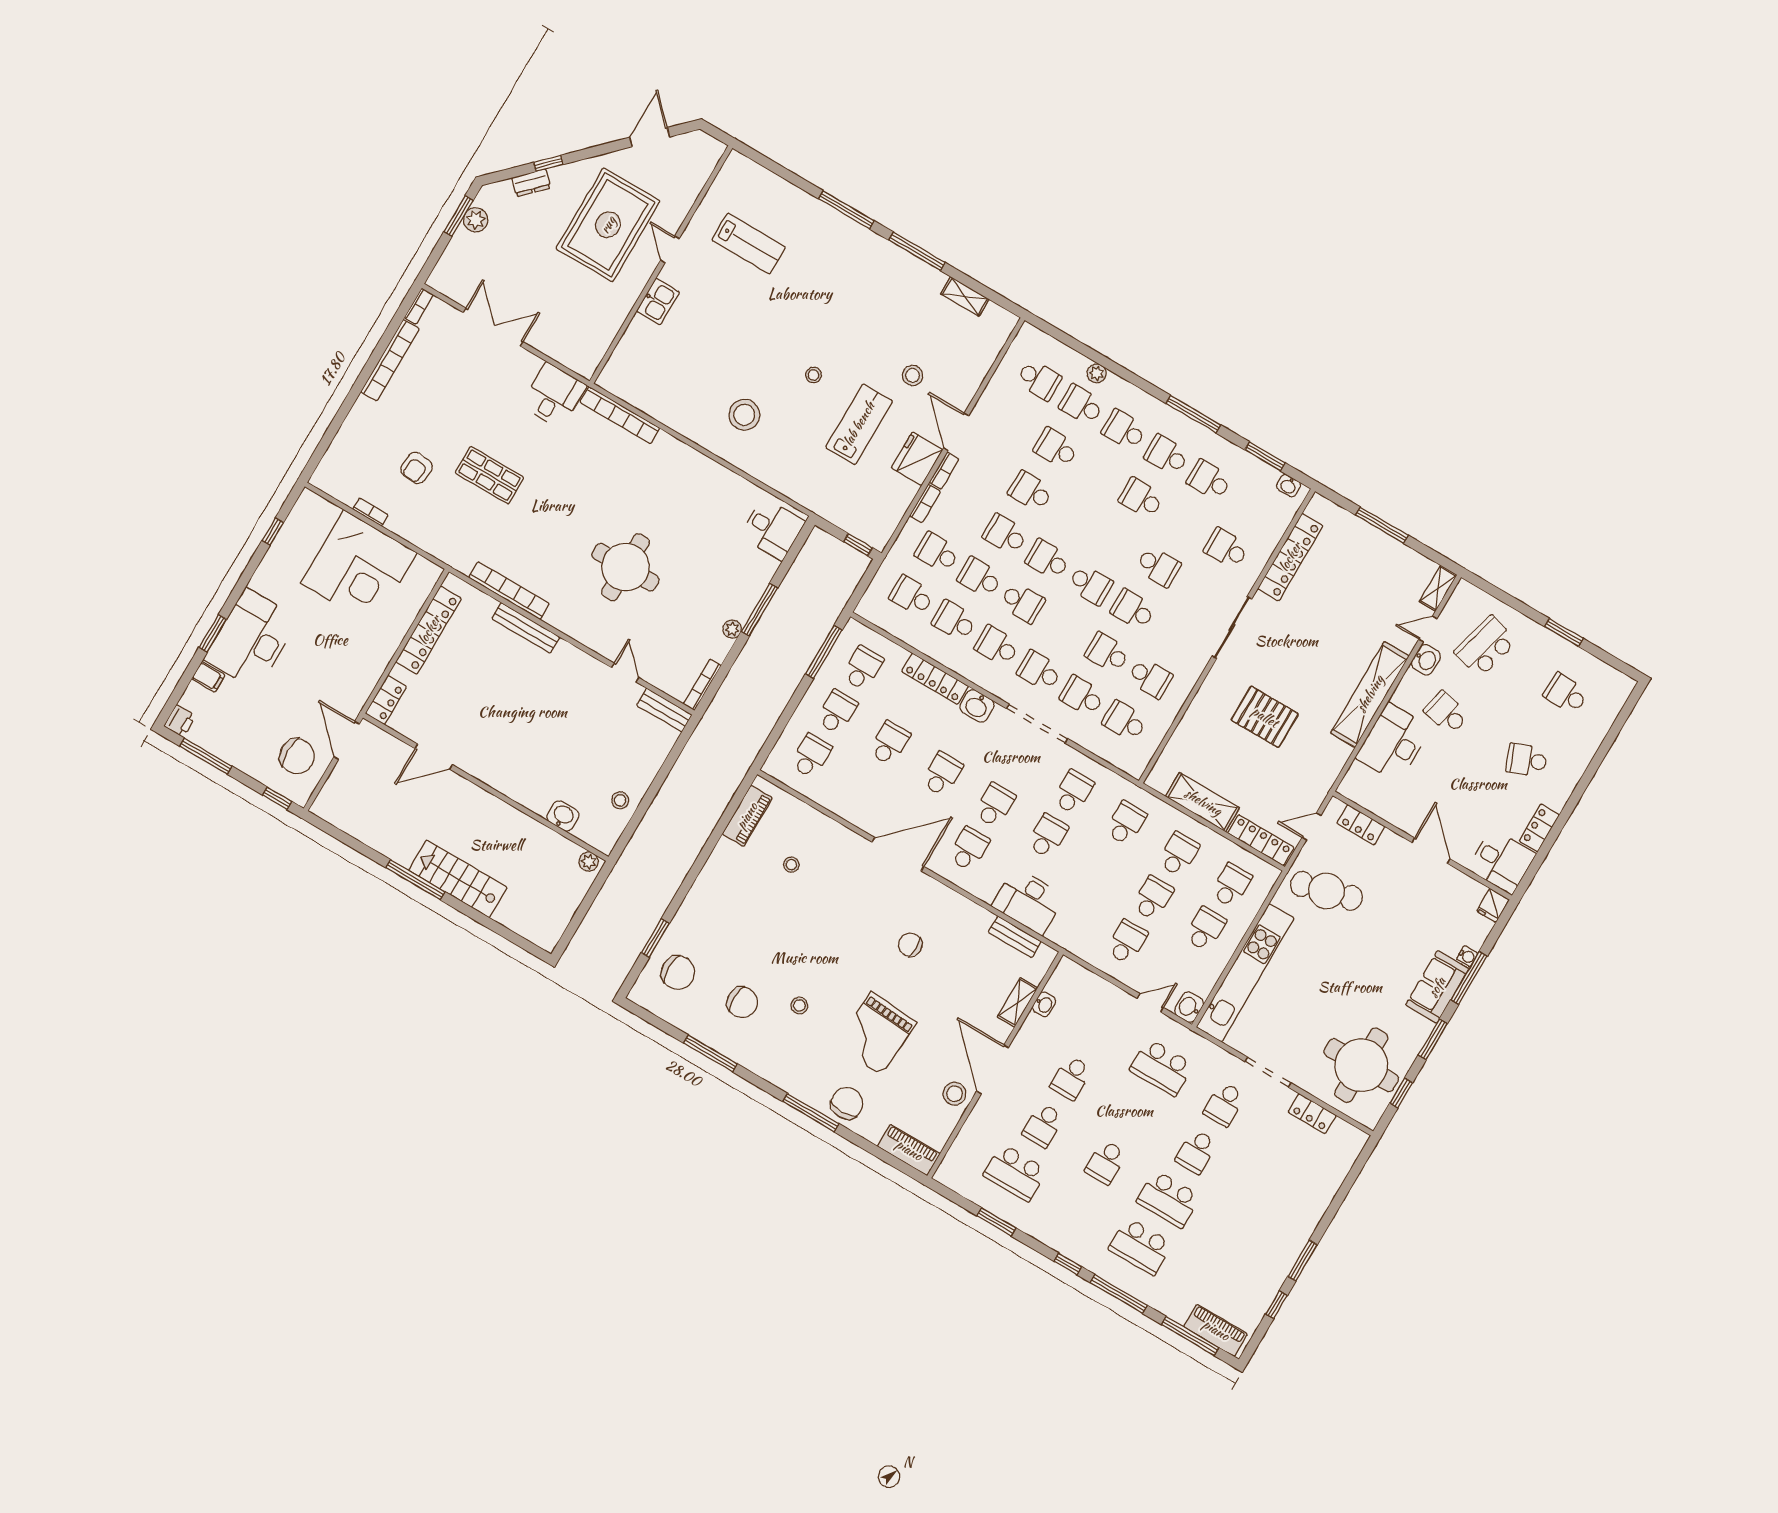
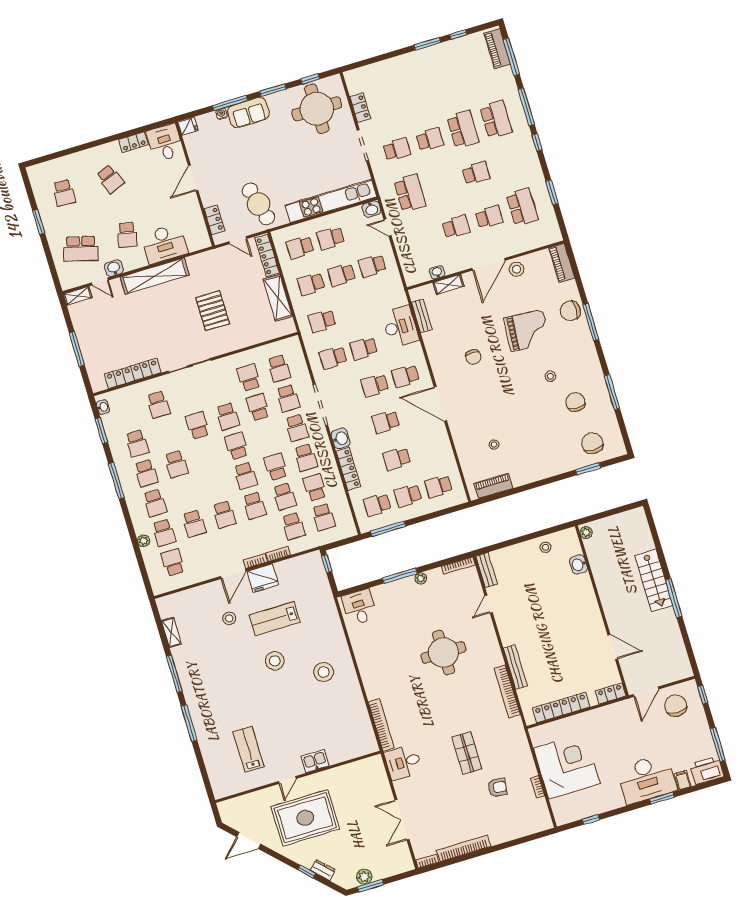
stool: (814, 375) -> (275, 661), width x1.89, depth x1.89
school desk: (954, 621) -> (315, 487), turned 180
school desk: (1107, 653) -> (258, 407), turned 180
printer: (180, 721) -> (707, 771), width x1.87, depth x1.48

